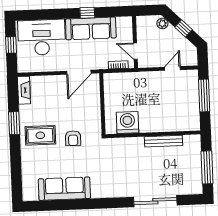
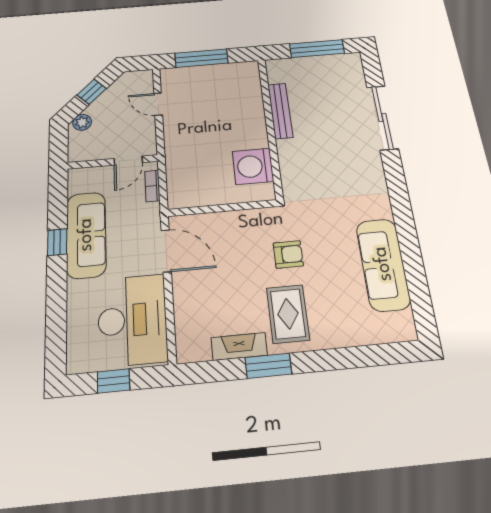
desk: (42, 37) -> (132, 320), moved, turned 180
fireplace: (24, 90) -> (239, 346), moved

